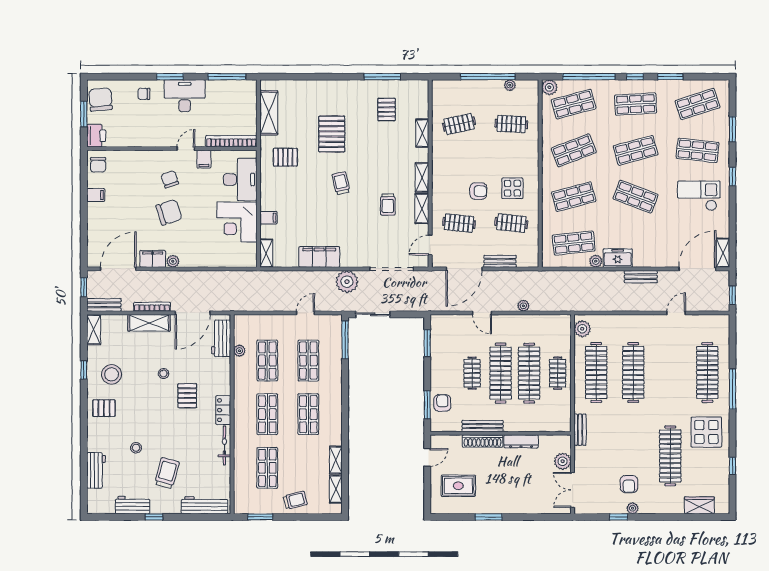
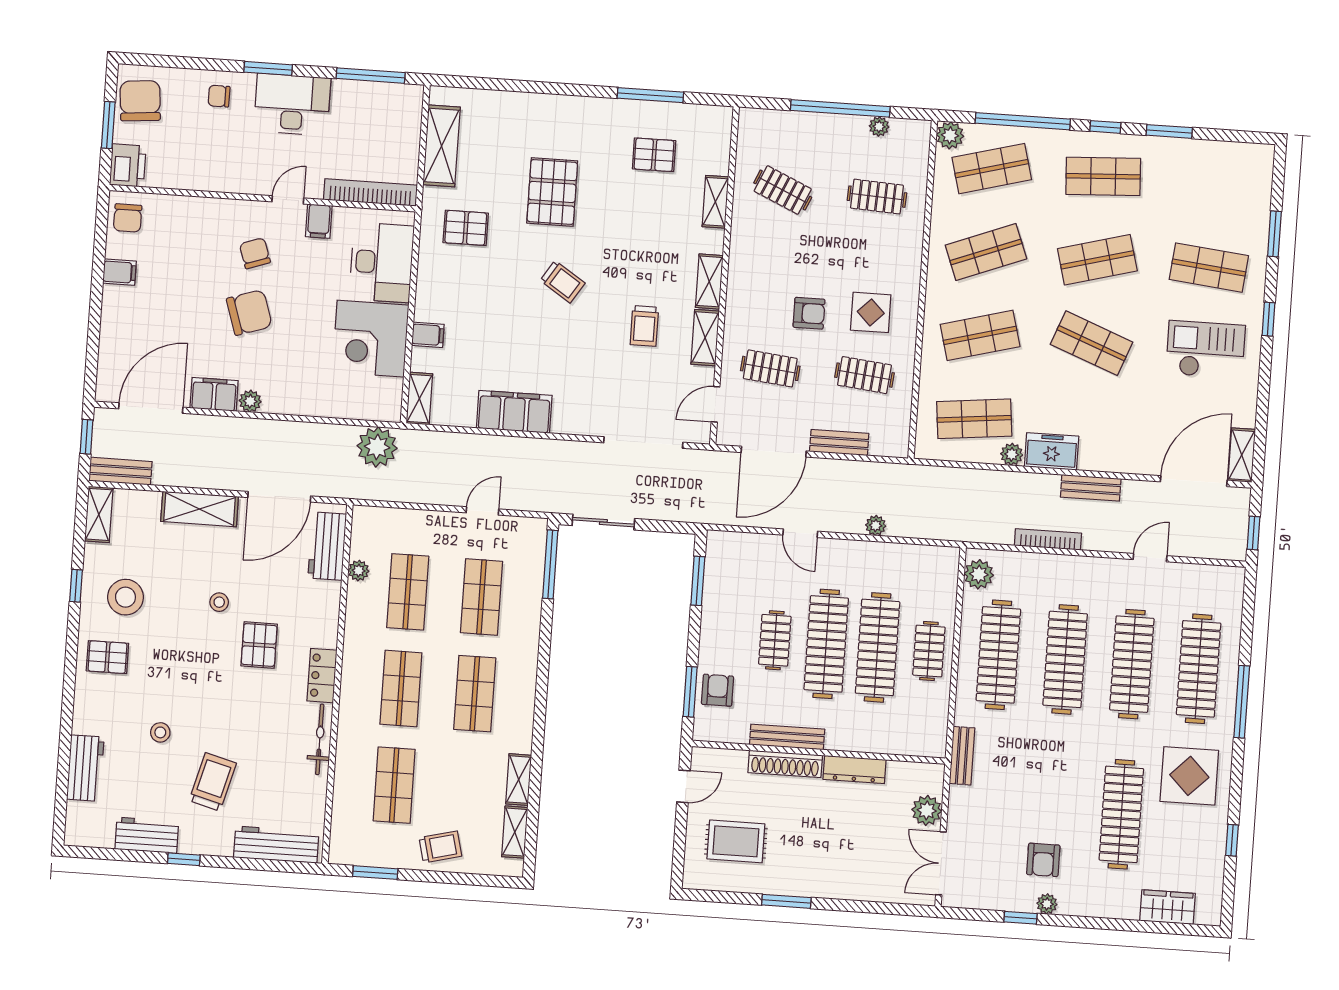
shop shelf: (698, 104) -> (1215, 184), removed
pallet: (387, 109) -> (654, 155), turned 90
clothes rail: (459, 124) -> (783, 190), turned 36
trolley: (341, 183) -> (563, 282), turned 136
plant: (347, 282) -> (377, 447), moved
bookcase: (152, 307) -> (1048, 539), moved
clothes rail: (670, 373) -> (1132, 664), added

